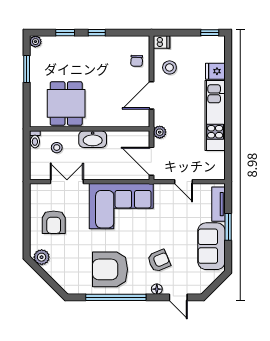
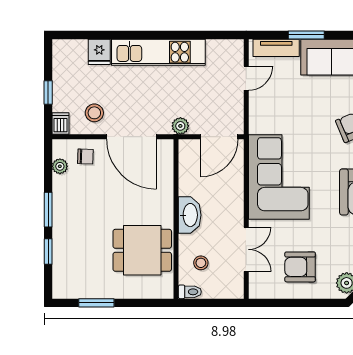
window: (97, 33) -> (48, 210), width x1.50
window: (210, 33) -> (48, 92), moved
plant: (35, 42) -> (60, 166), moved
door: (151, 95) -> (131, 137), width x1.36
double door: (67, 182) -> (246, 249), swing flipped
door: (184, 182) -> (246, 78), moved
armchair: (54, 222) -> (300, 267), turned 180

